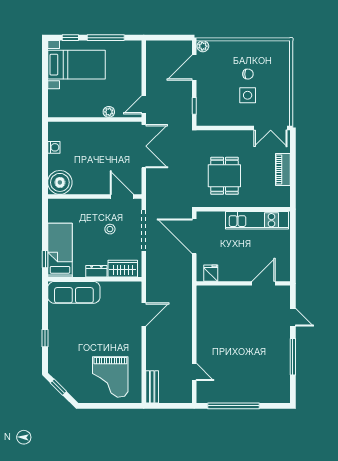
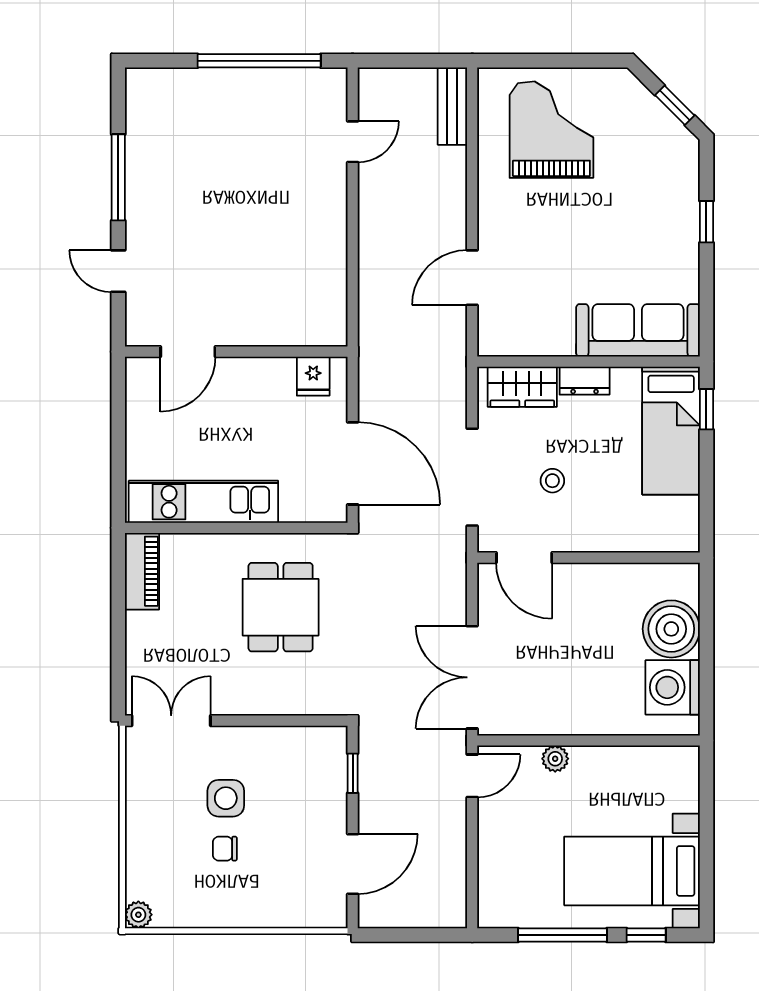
plant: (203, 46) -> (138, 915), moved
washing machine: (54, 147) -> (673, 687), width x1.89, depth x1.89
piano: (283, 169) -> (142, 571), moved
boiler: (60, 182) -> (671, 629), moved
door: (194, 372) -> (353, 142), swing flipped

